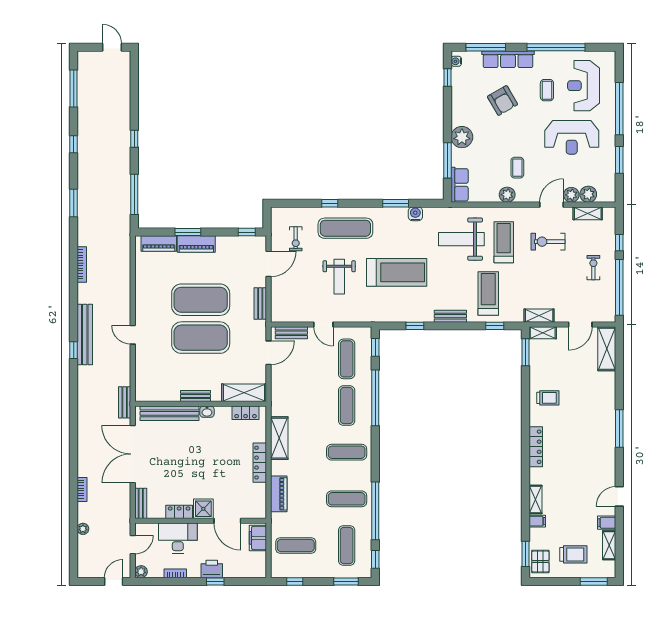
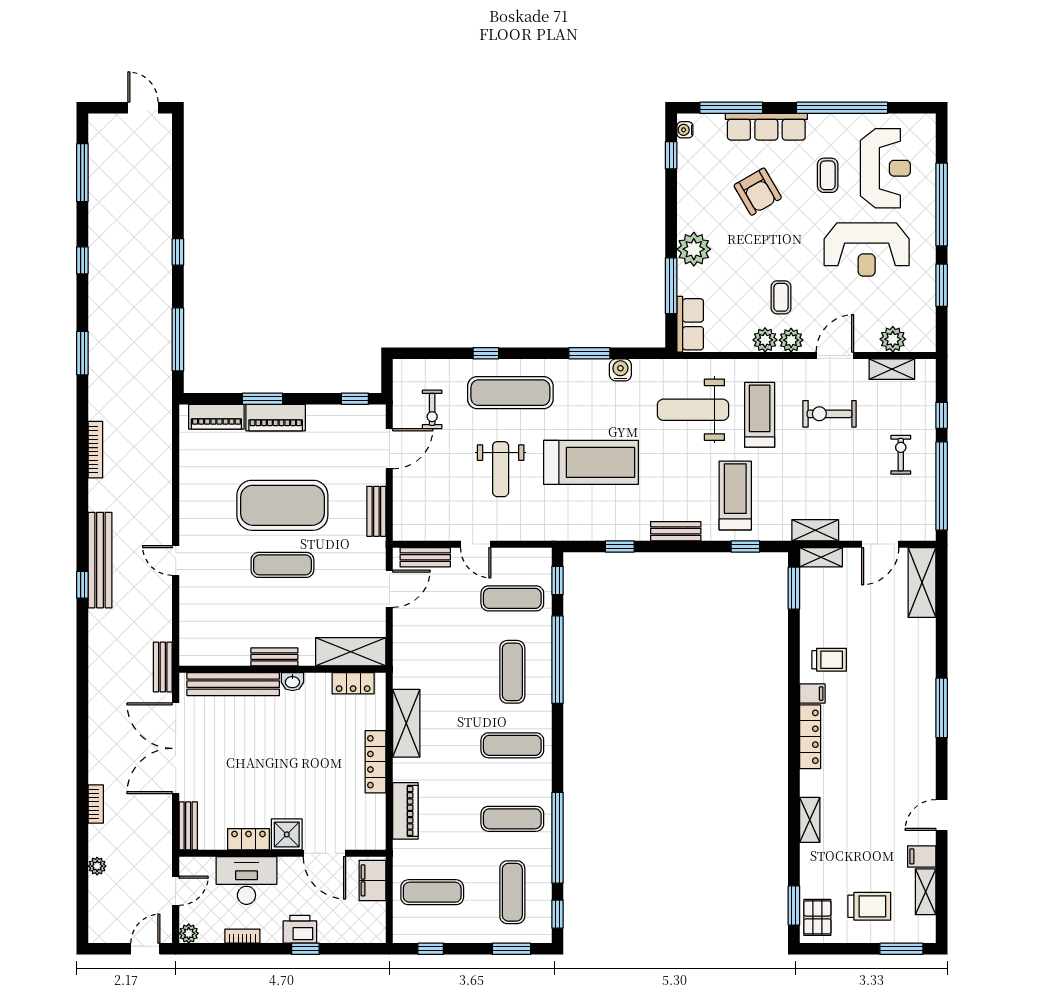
reception desk: (584, 86) -> (885, 168), turned 180
plant: (571, 195) -> (791, 340), moved
exercise mat: (201, 338) -> (282, 565), width x0.50, depth x0.69
exercise mat: (347, 359) -> (512, 598), turned 90
filing cabinet: (537, 521) -> (812, 694), moved

